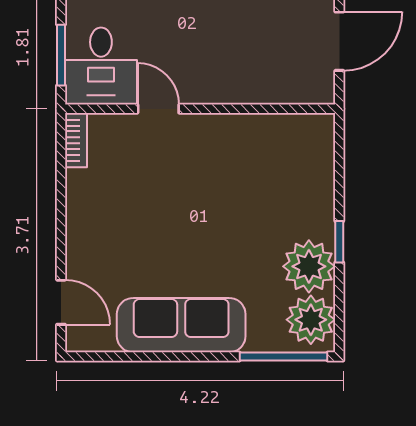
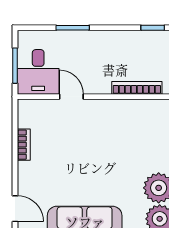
bookcase: (271, 94) -> (137, 88), added
bookcase: (76, 140) -> (24, 145), moved

